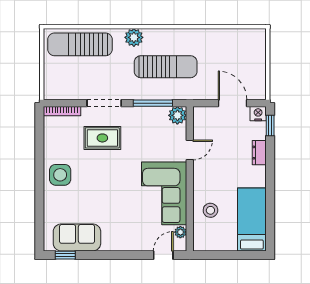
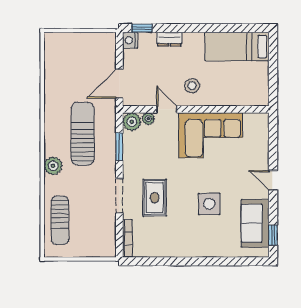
sun lounger: (80, 44) -> (60, 220), width x0.73, depth x0.75
window: (153, 103) -> (119, 147), width x0.69
door: (233, 103) -> (119, 84), moved
side table: (60, 175) -> (209, 204), moved
stool: (210, 210) -> (192, 86), moved
plant: (180, 232) -> (148, 119), moved
door: (163, 255) -> (273, 180), moved

